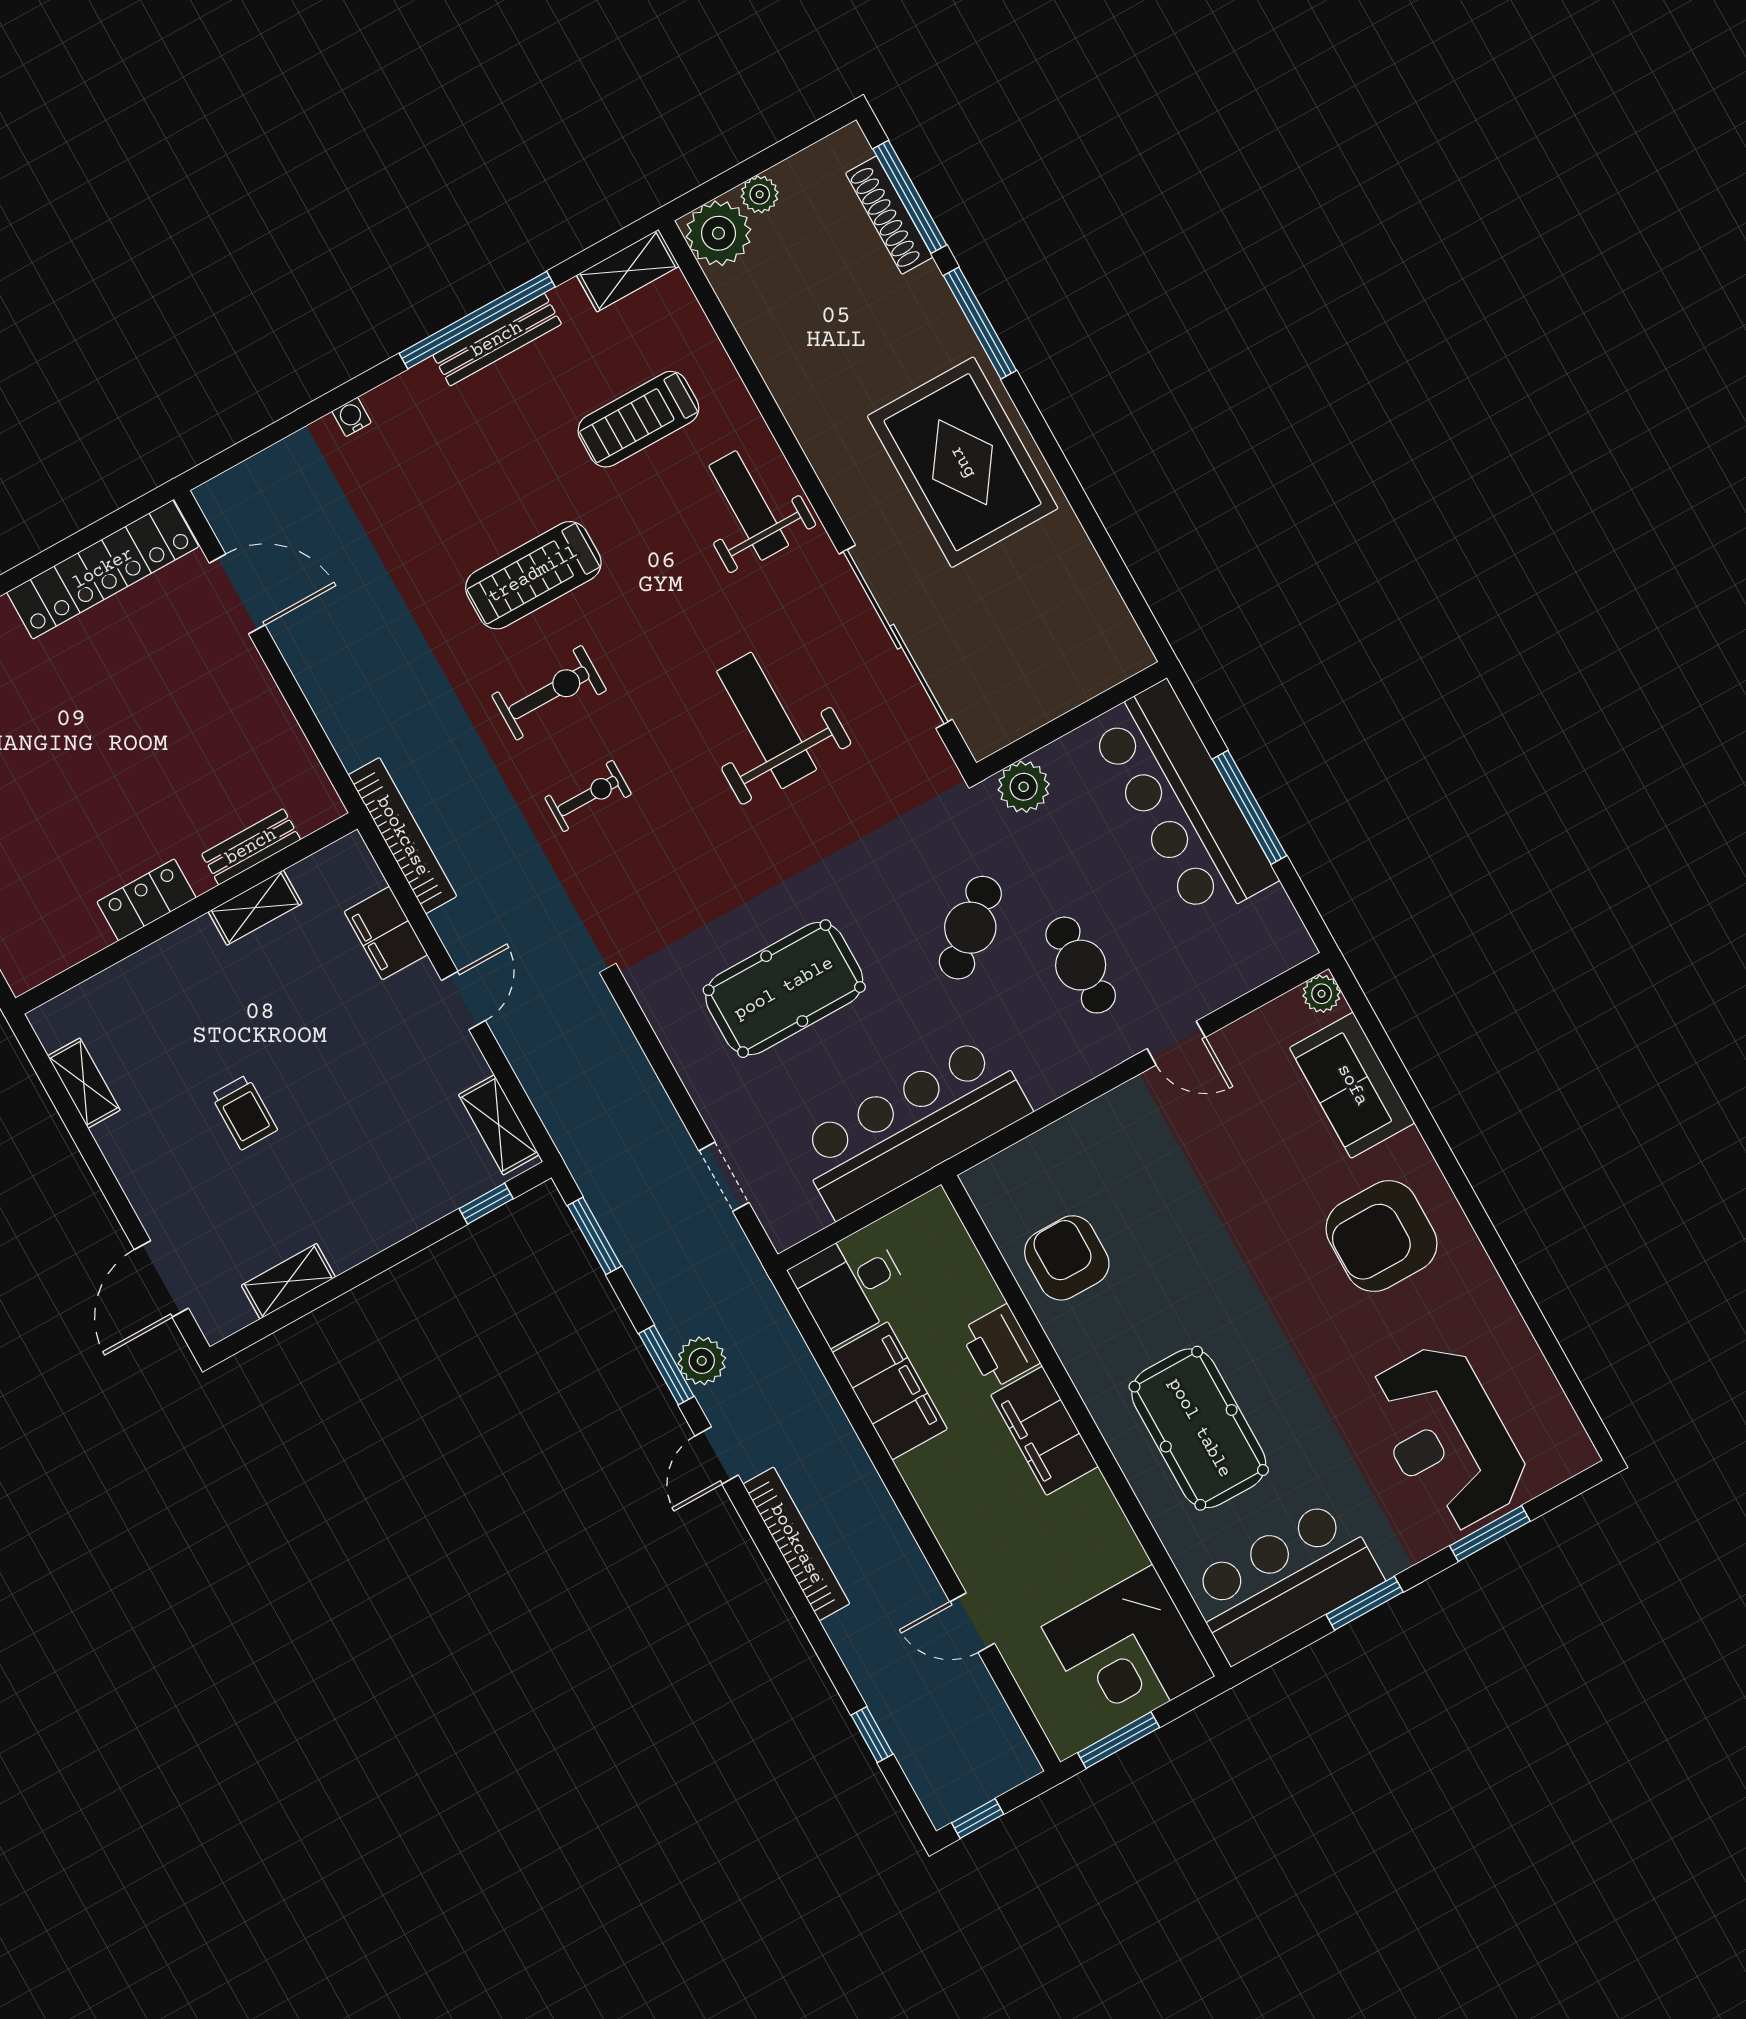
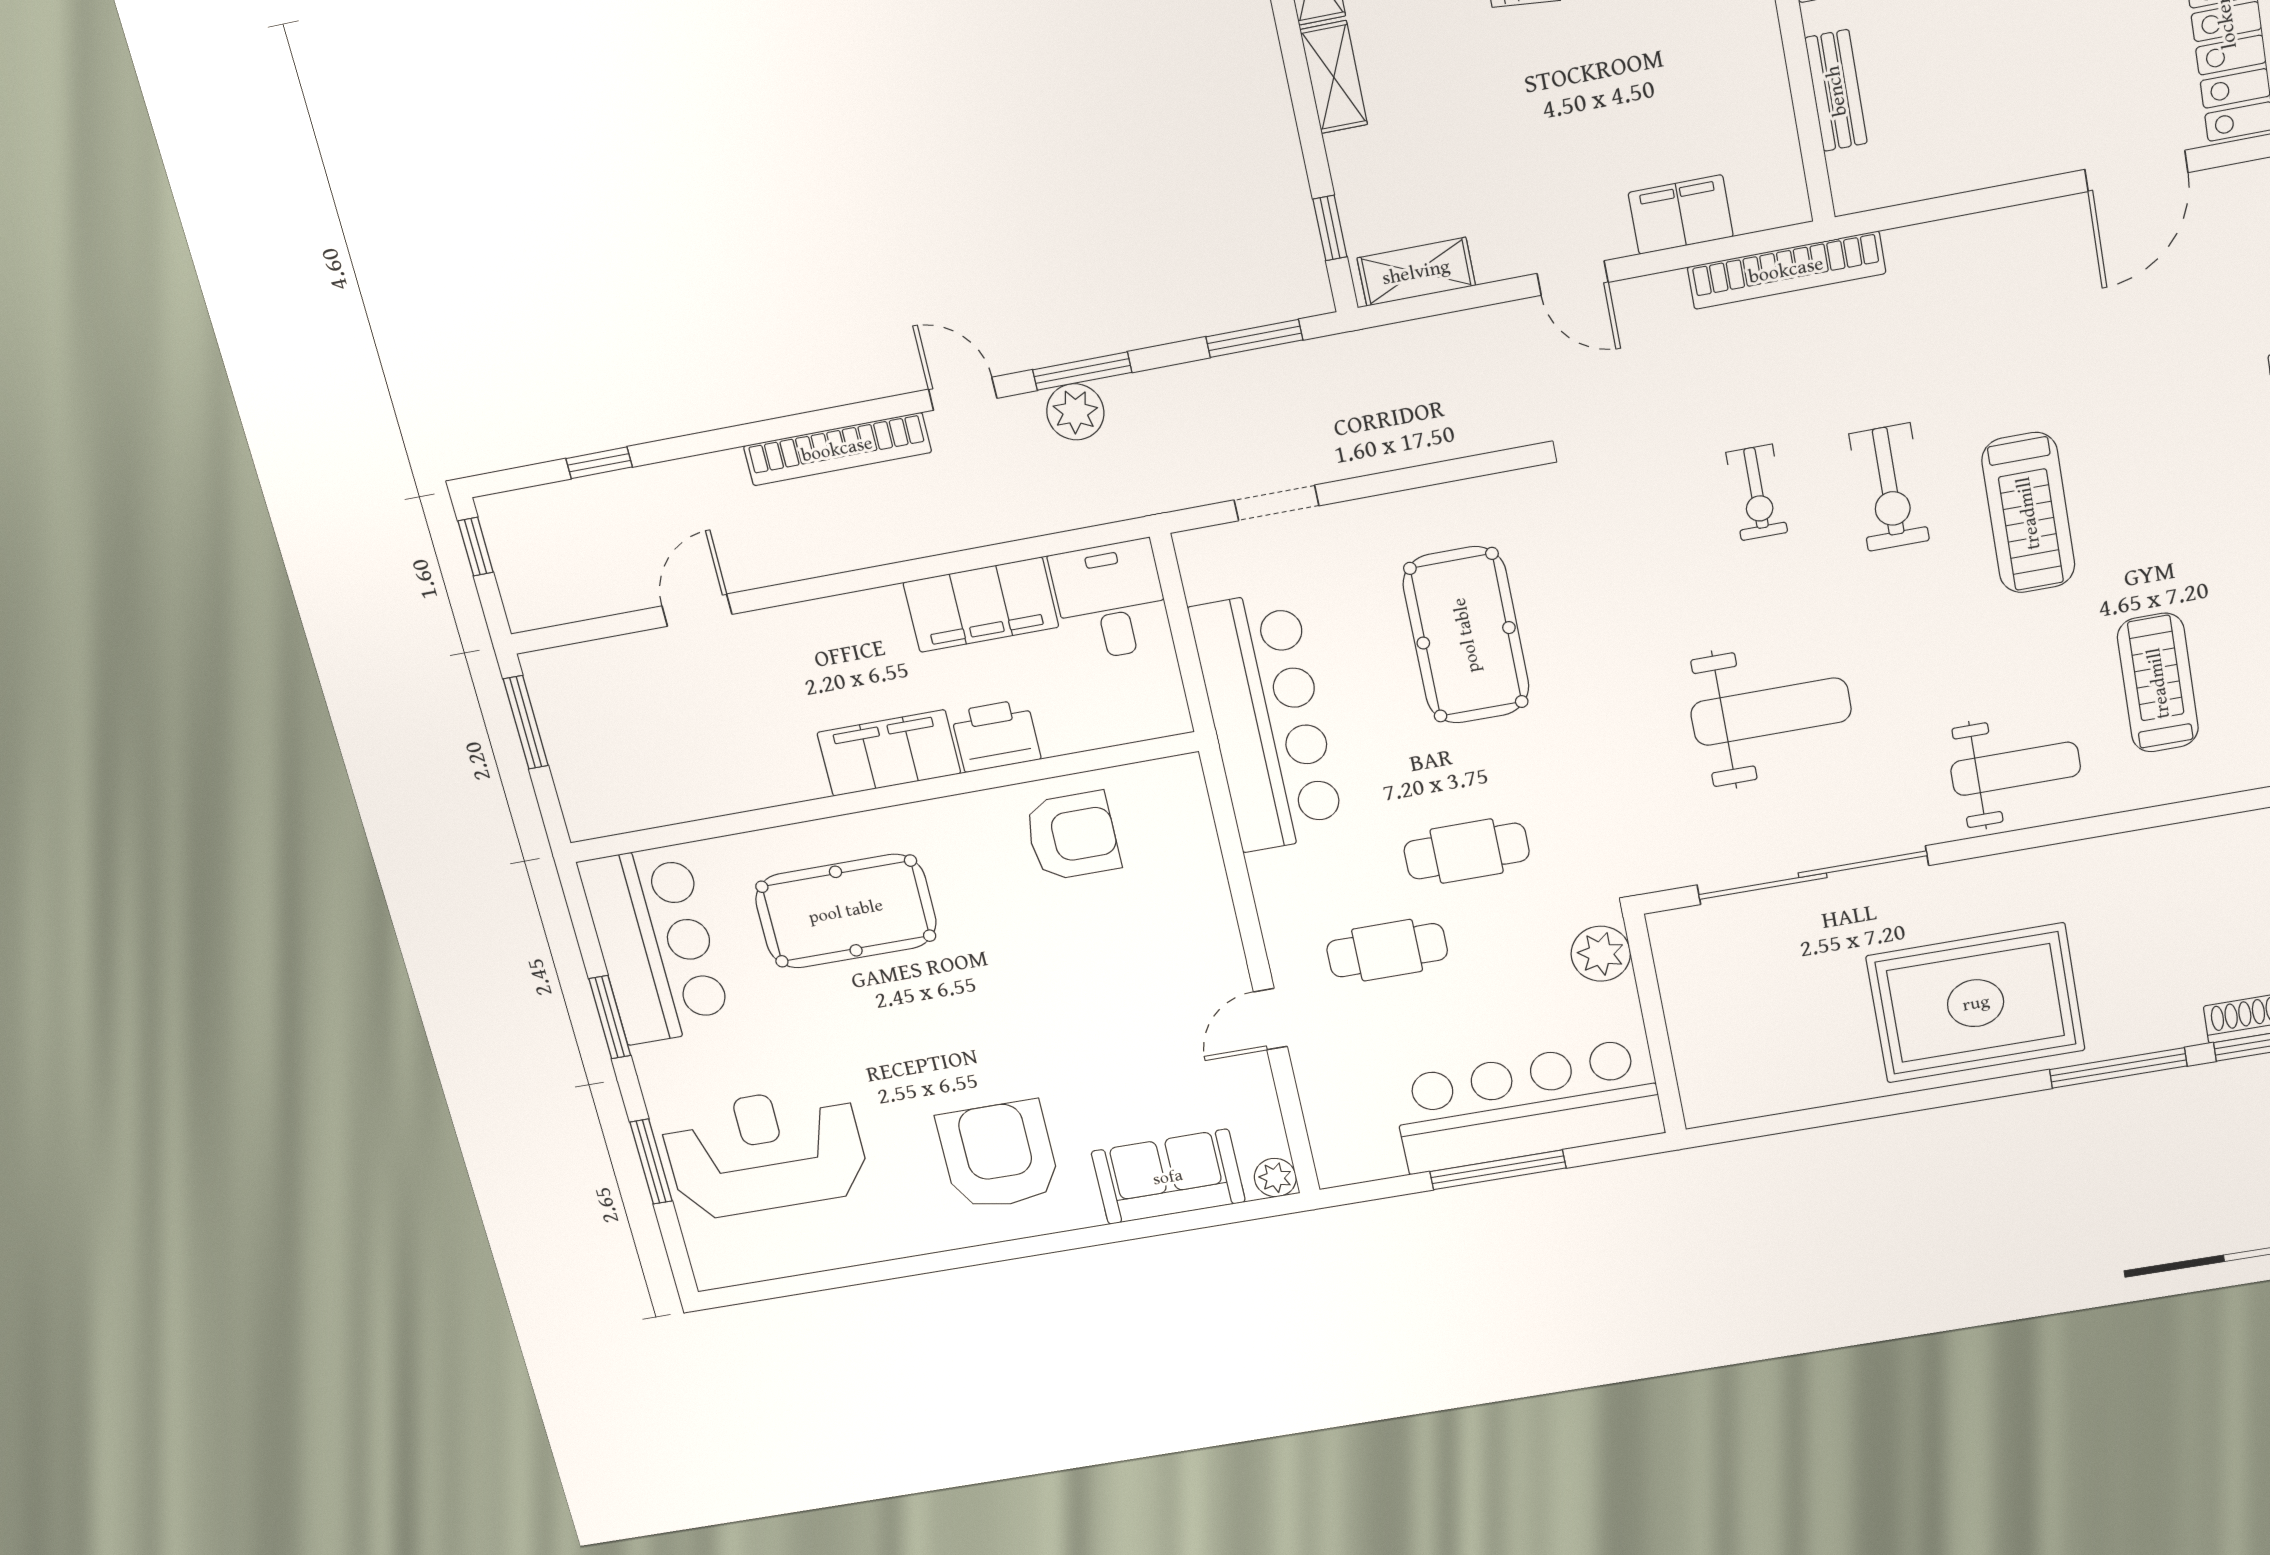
treadmill: (533, 575) -> (2028, 513), turned 180
shelving: (255, 908) -> (1334, 77), moved
cafe table: (970, 928) -> (1467, 851), turned -50
corner desk: (1128, 1651) -> (621, 763), removed

